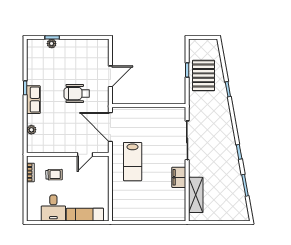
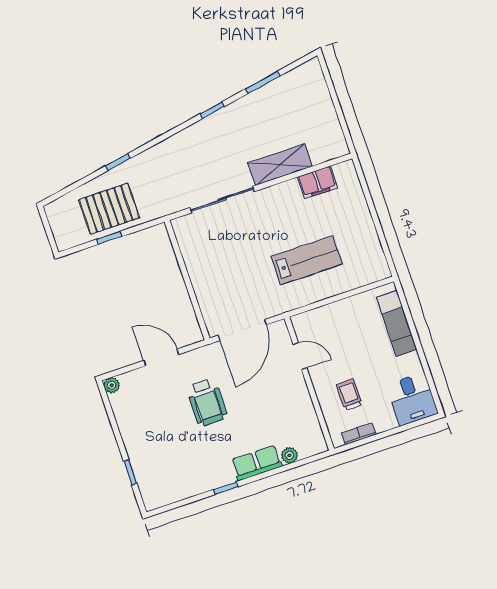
plant: (52, 44) -> (112, 385), moved
row of seats: (33, 100) -> (257, 463), moved
lab bench: (133, 162) -> (307, 260), moved
filing cabinet: (179, 177) -> (317, 182), moved
shelving: (196, 195) -> (280, 165), moved
desk: (53, 208) -> (412, 399), moved, turned 90

